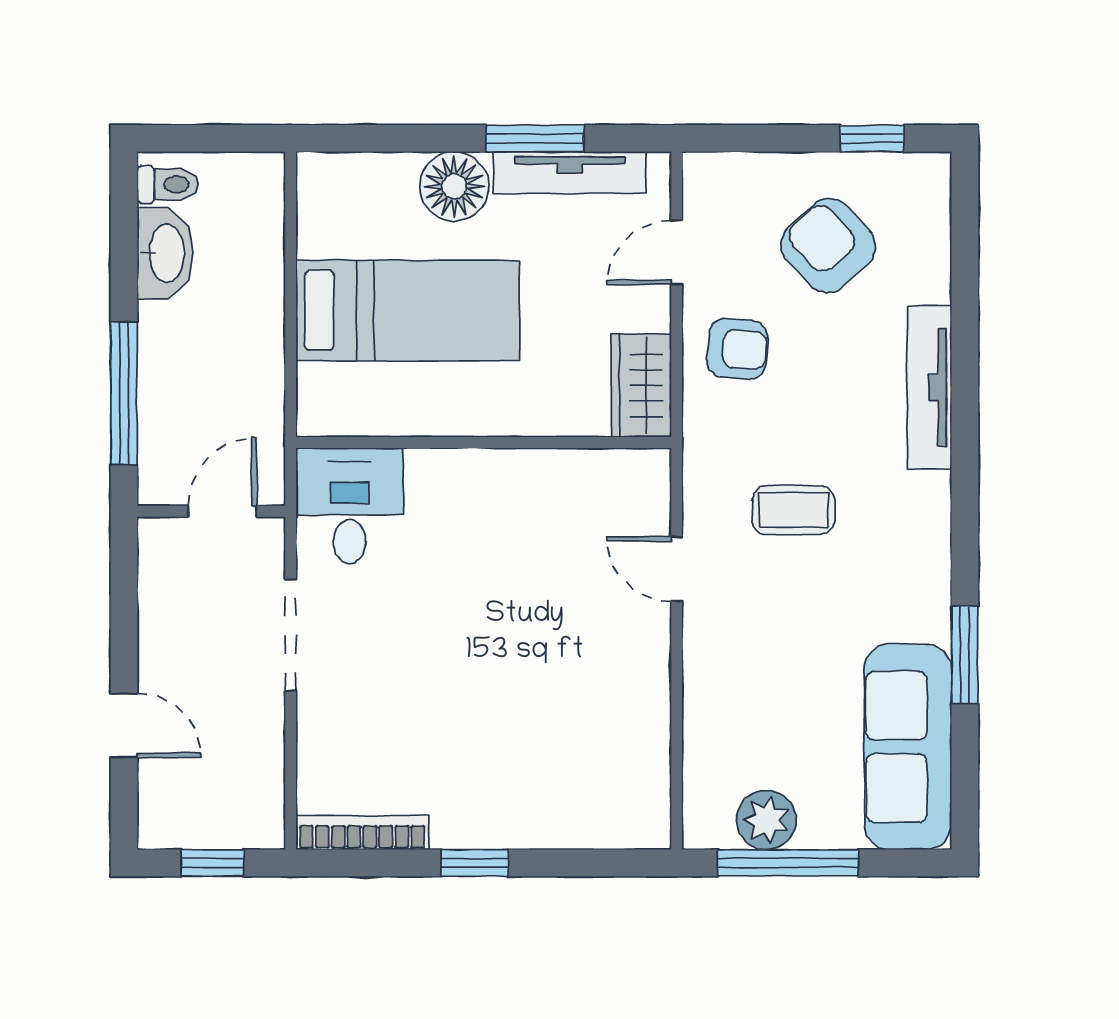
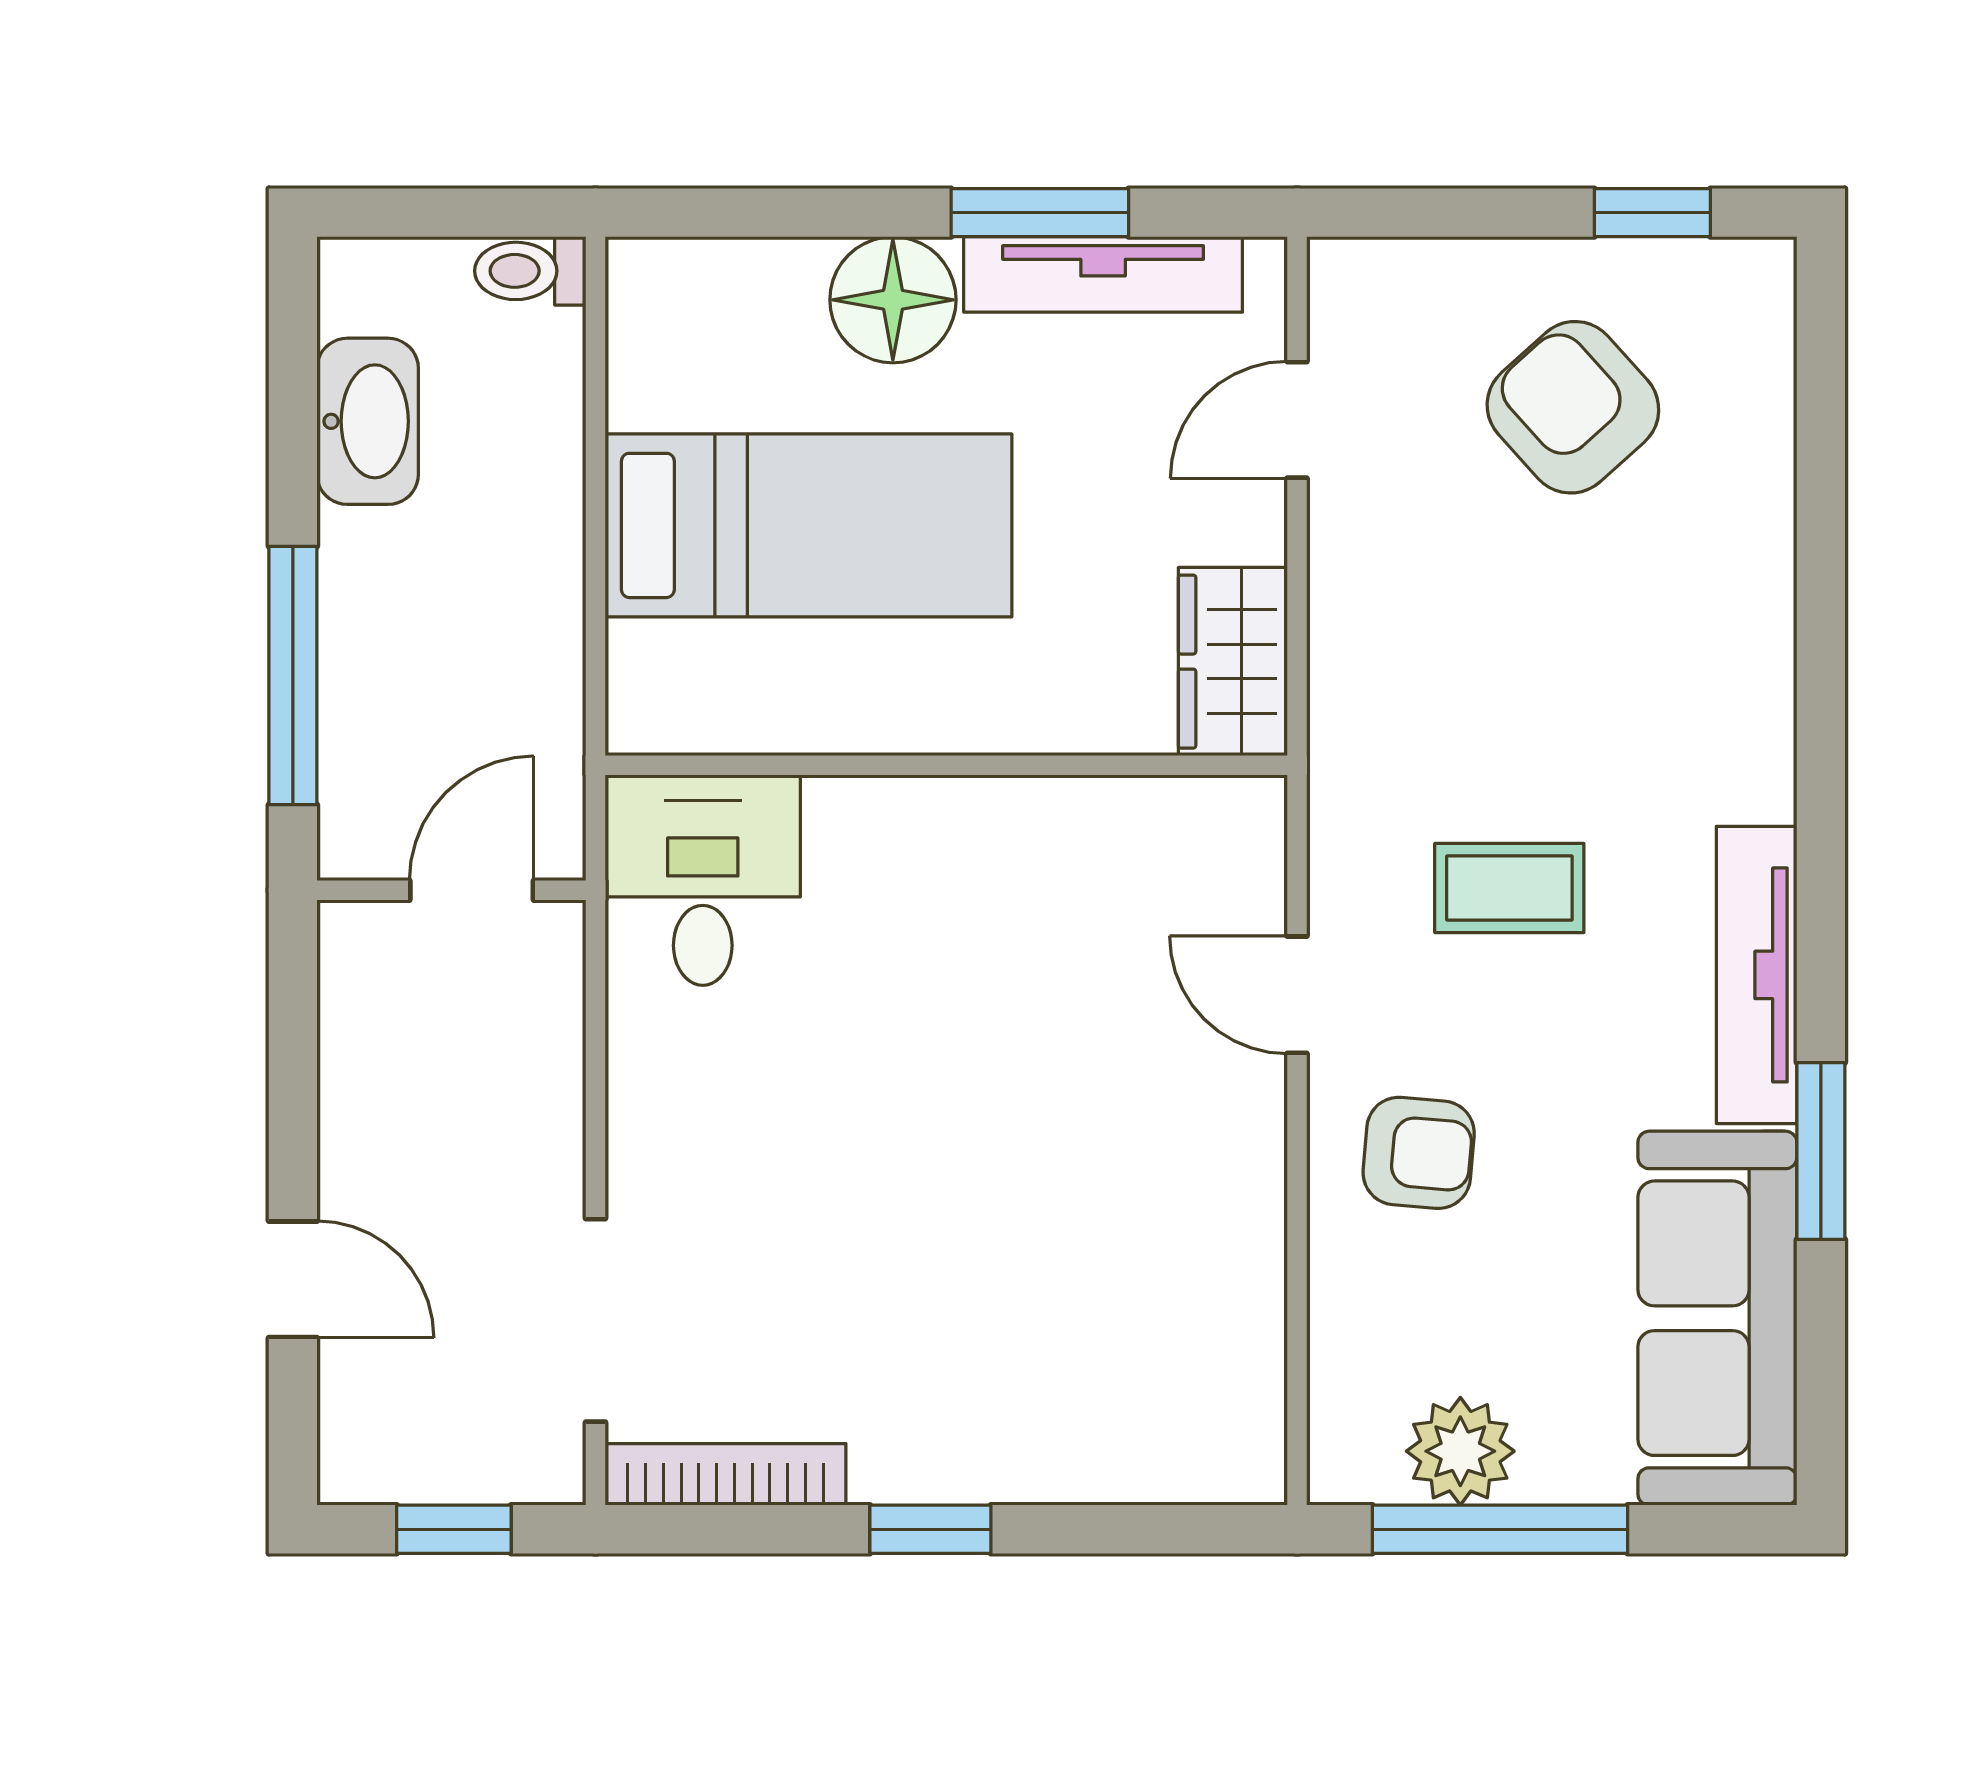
toilet: (168, 184) -> (530, 271), moved, turned 180
armchair: (737, 349) -> (1419, 1153), moved
tv unit: (929, 388) -> (1757, 975), moved
doorway: (291, 635) -> (596, 1320), moved

